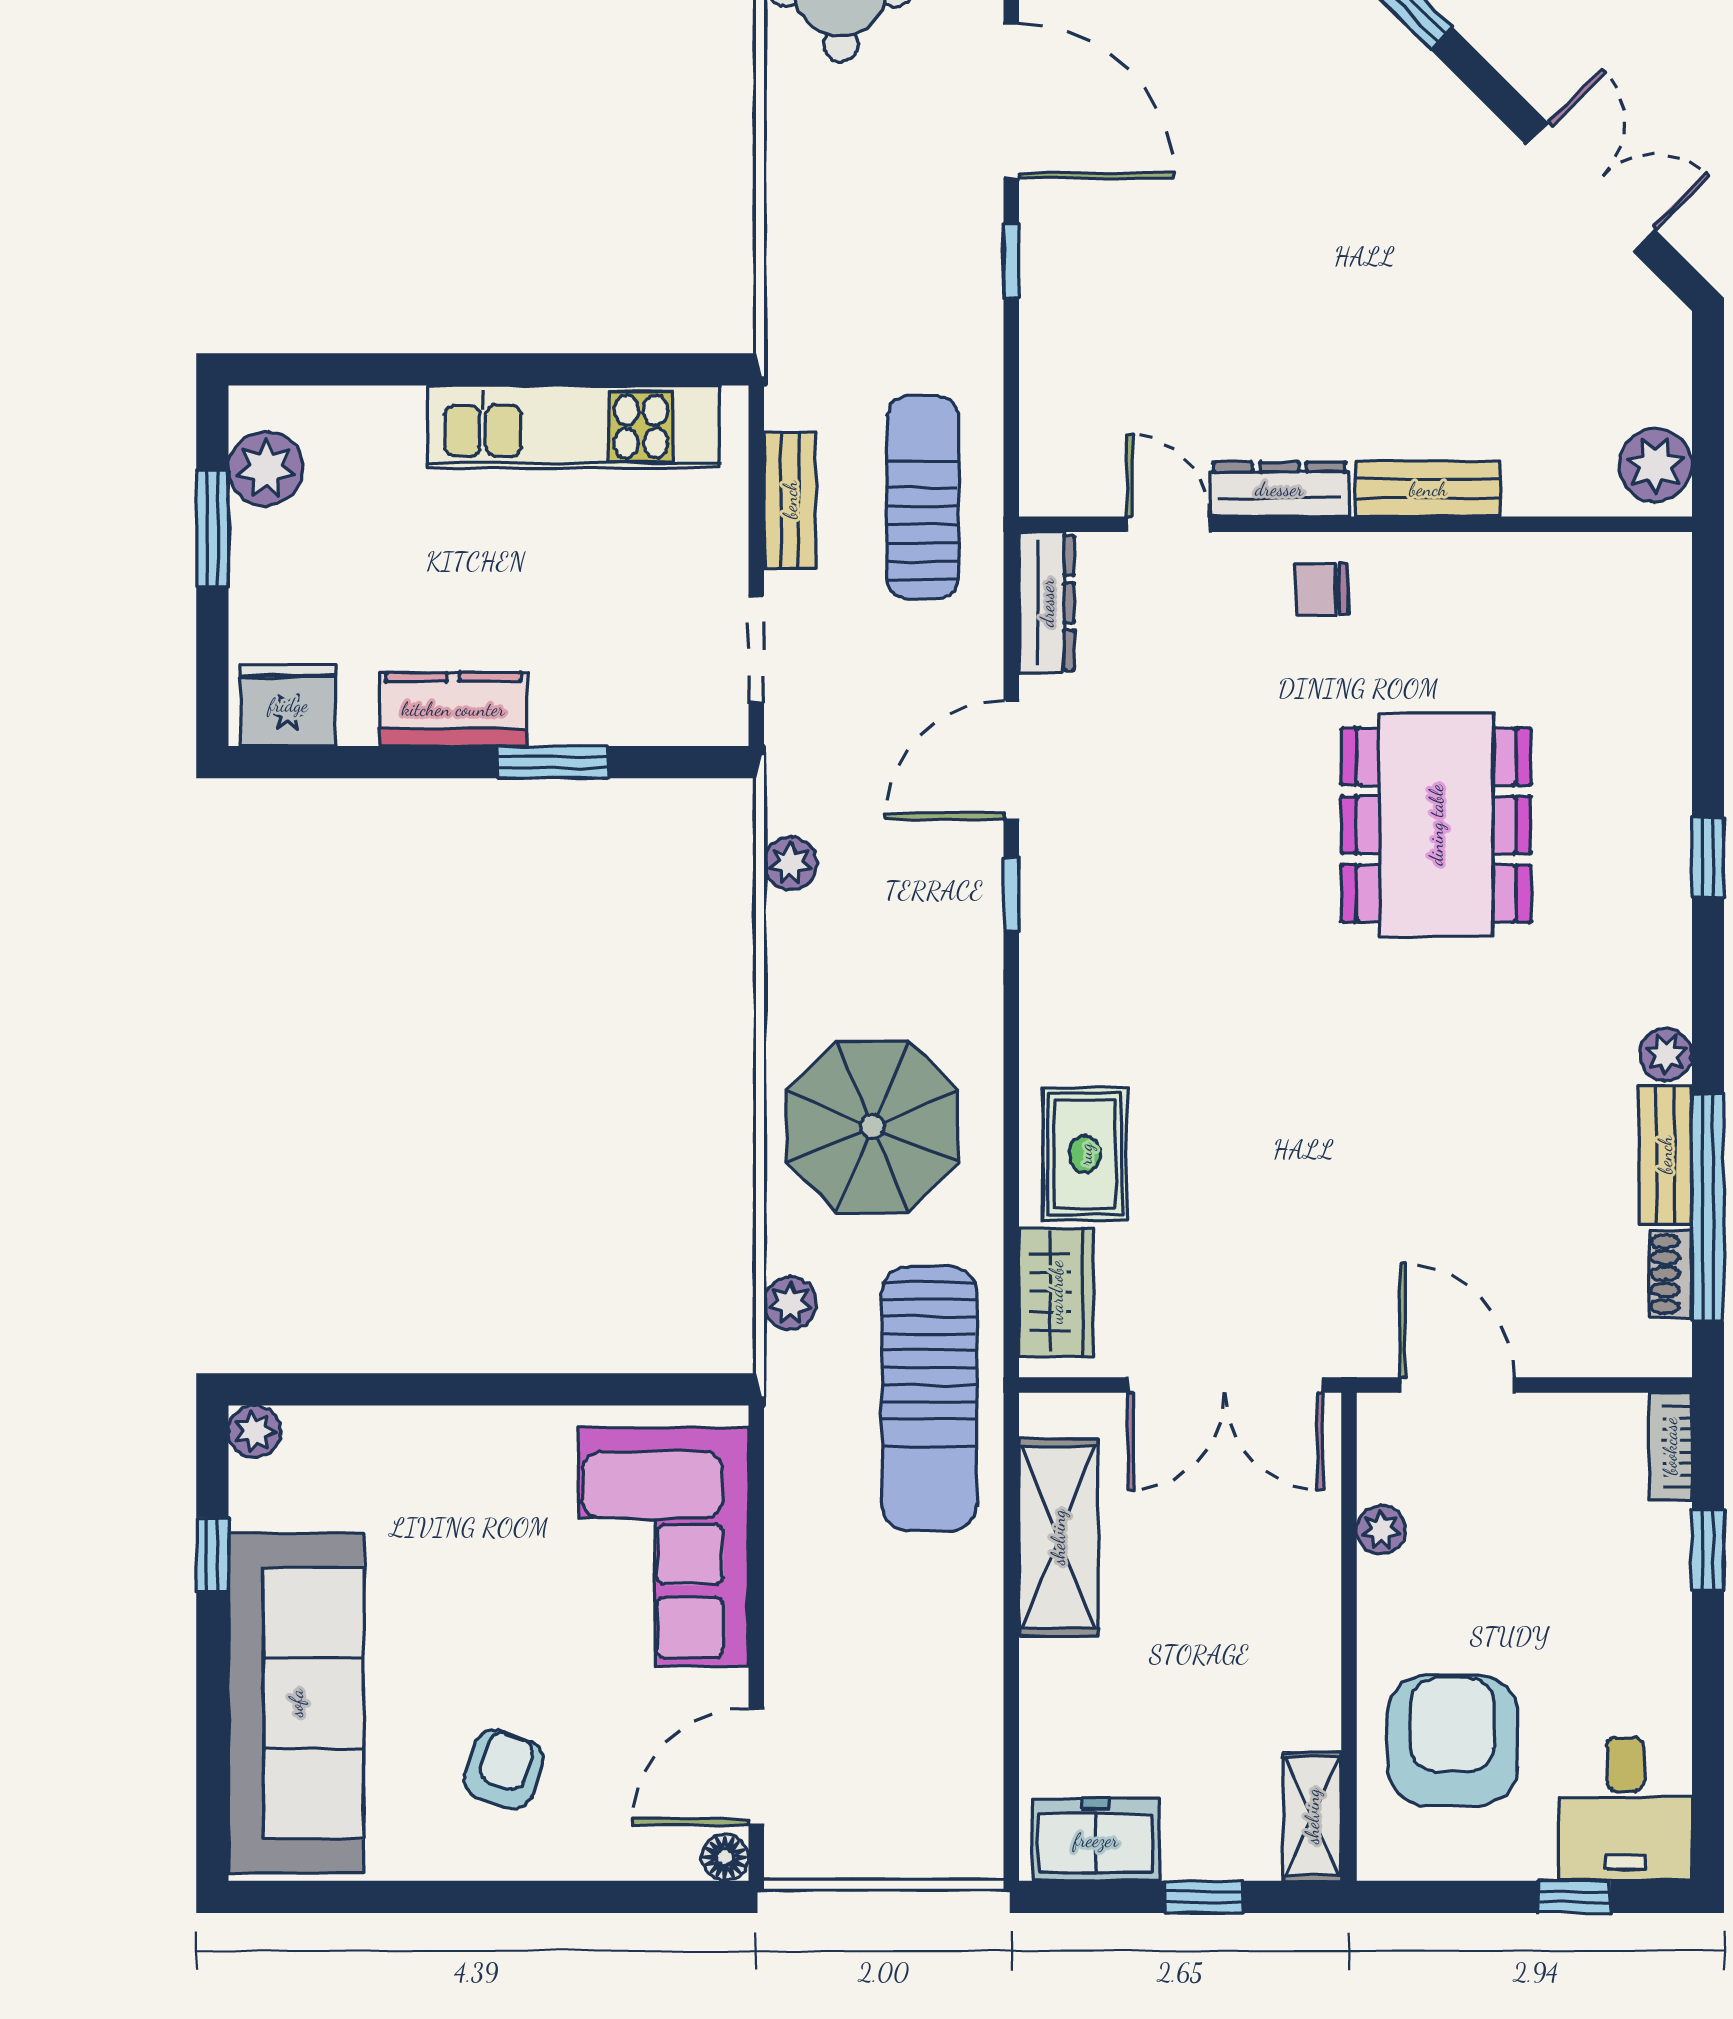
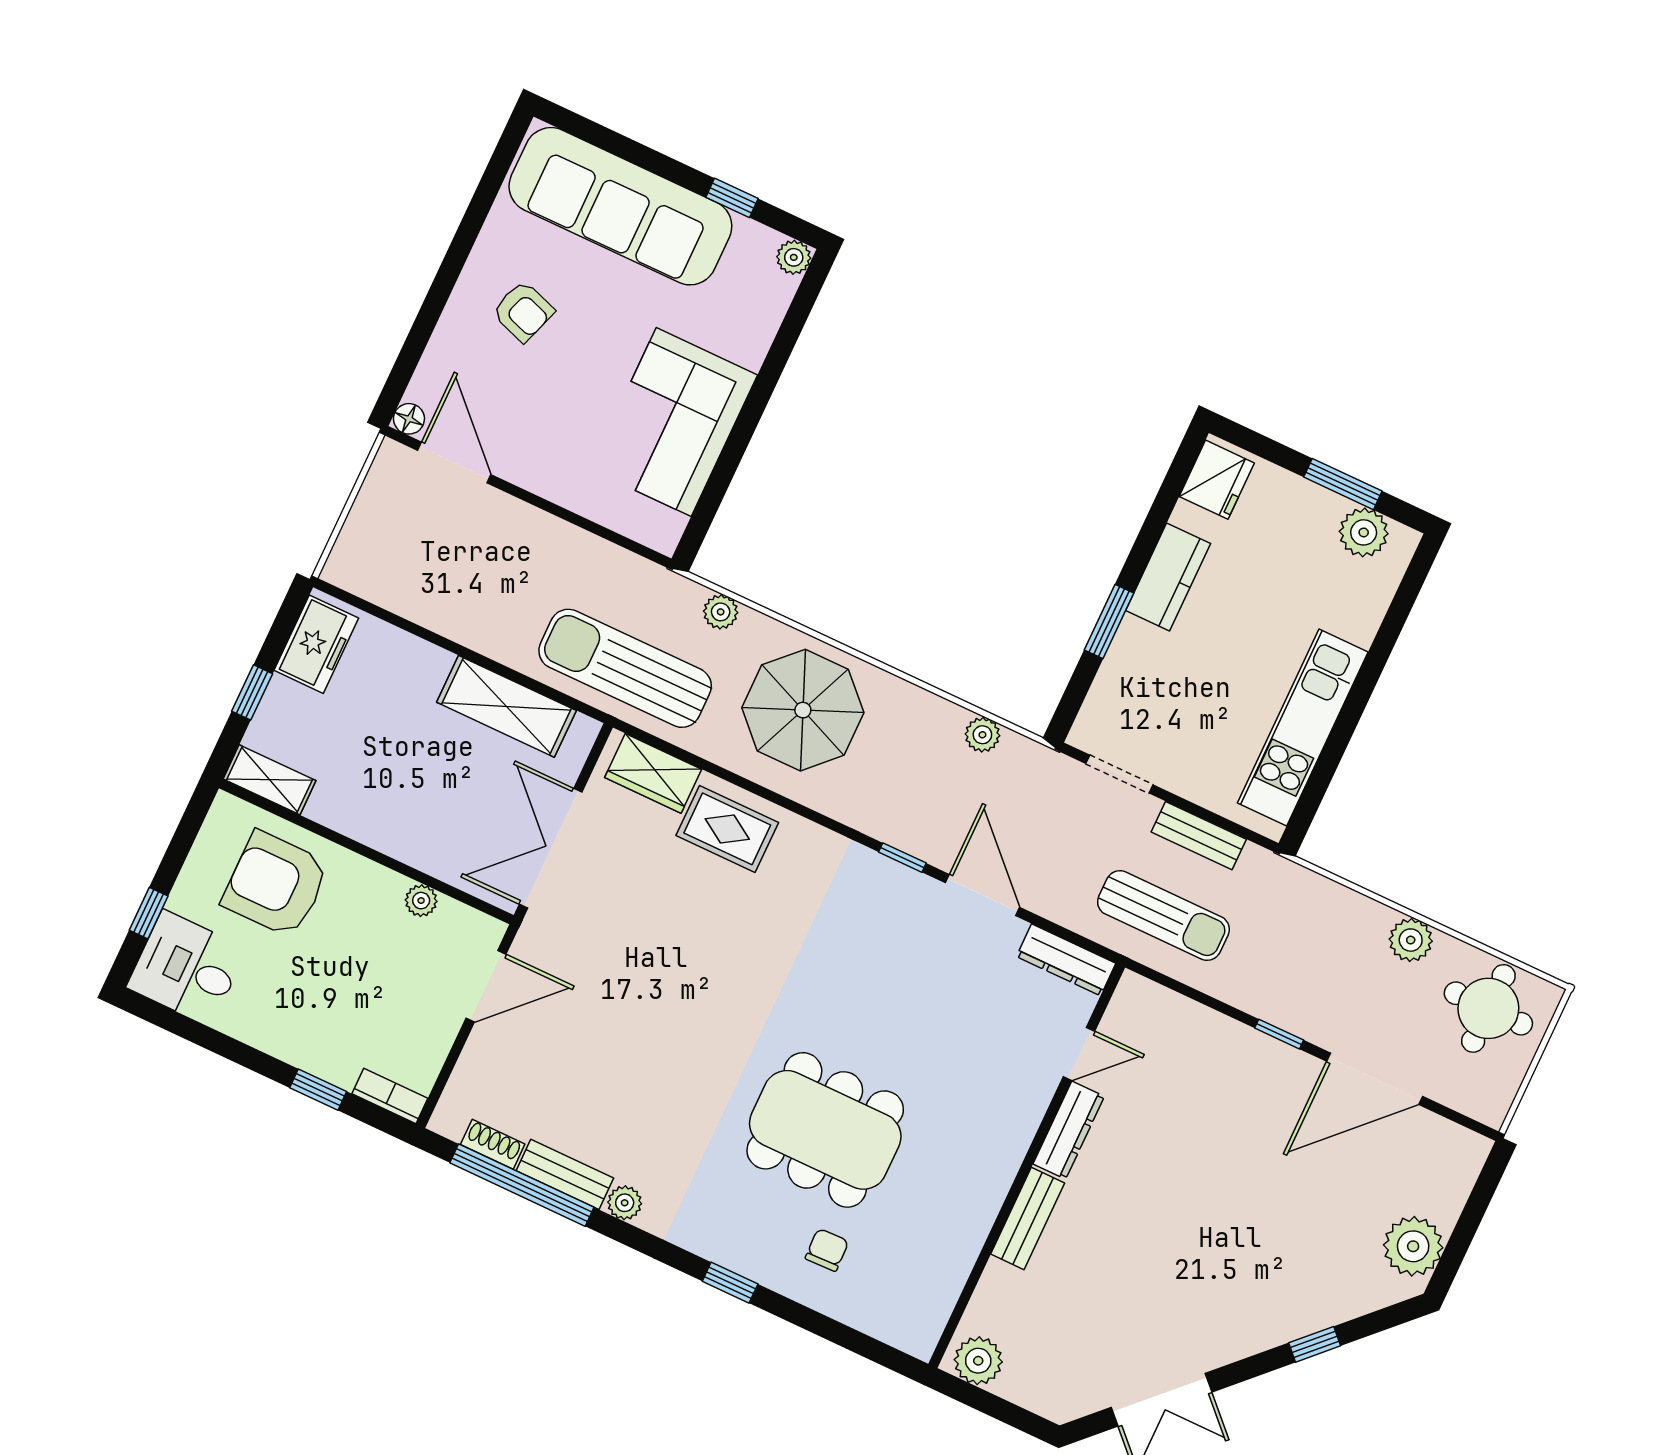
plant: (797, 141) -> (1411, 940), added
chair: (1322, 590) -> (827, 1250), moved
corner sofa: (664, 1547) -> (674, 422), moved, turned -90
armchair: (1452, 1740) -> (276, 884), turned 180

